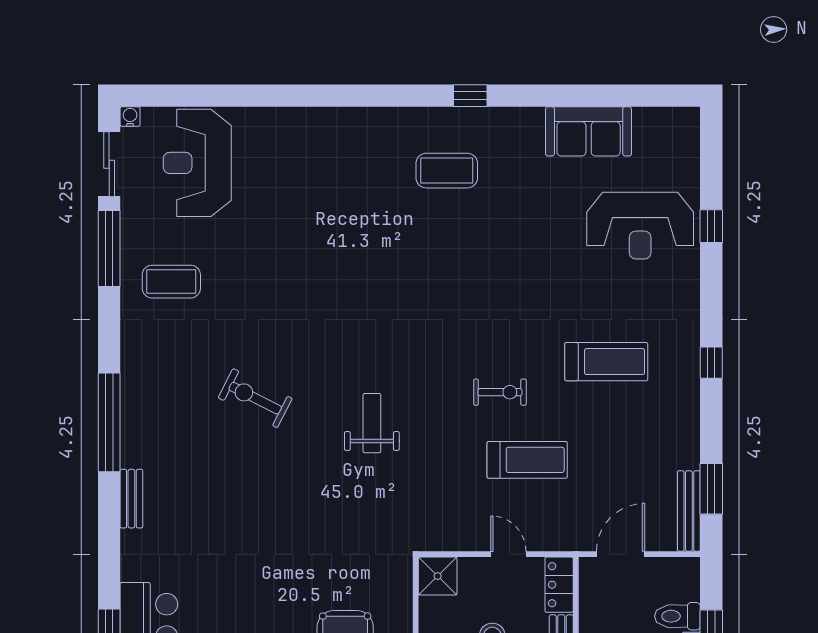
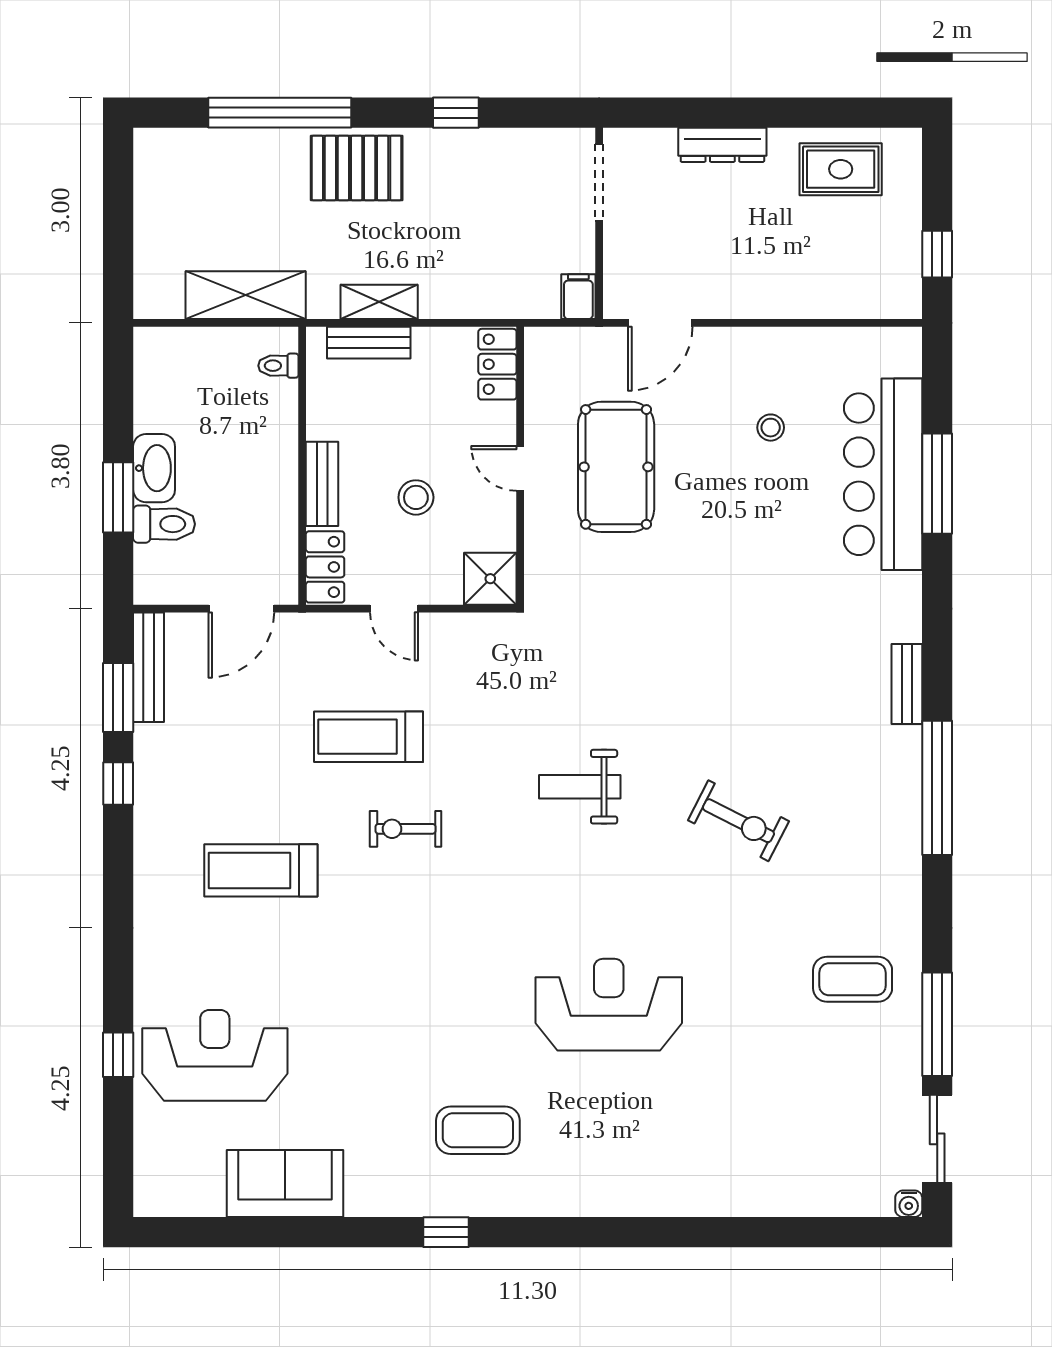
reception desk: (197, 163) -> (609, 1005), moved, turned -90
window: (711, 363) -> (118, 784), moved
weight bench: (372, 423) -> (580, 787), turned 90

